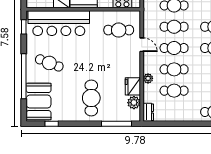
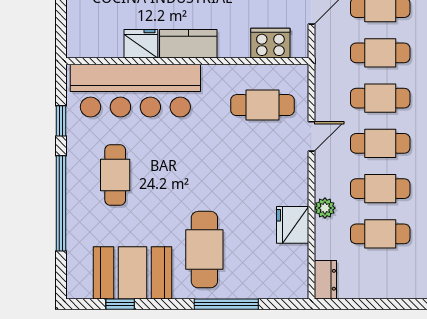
window: (24, 27) -> (61, 121), moved
door: (142, 45) -> (311, 136), hinge flipped
cafe table: (49, 63) -> (115, 175), turned 69
booth: (39, 102) -> (132, 273), moved, turned 90
plant: (134, 103) -> (295, 259), removed
window: (117, 124) -> (226, 304), moved

